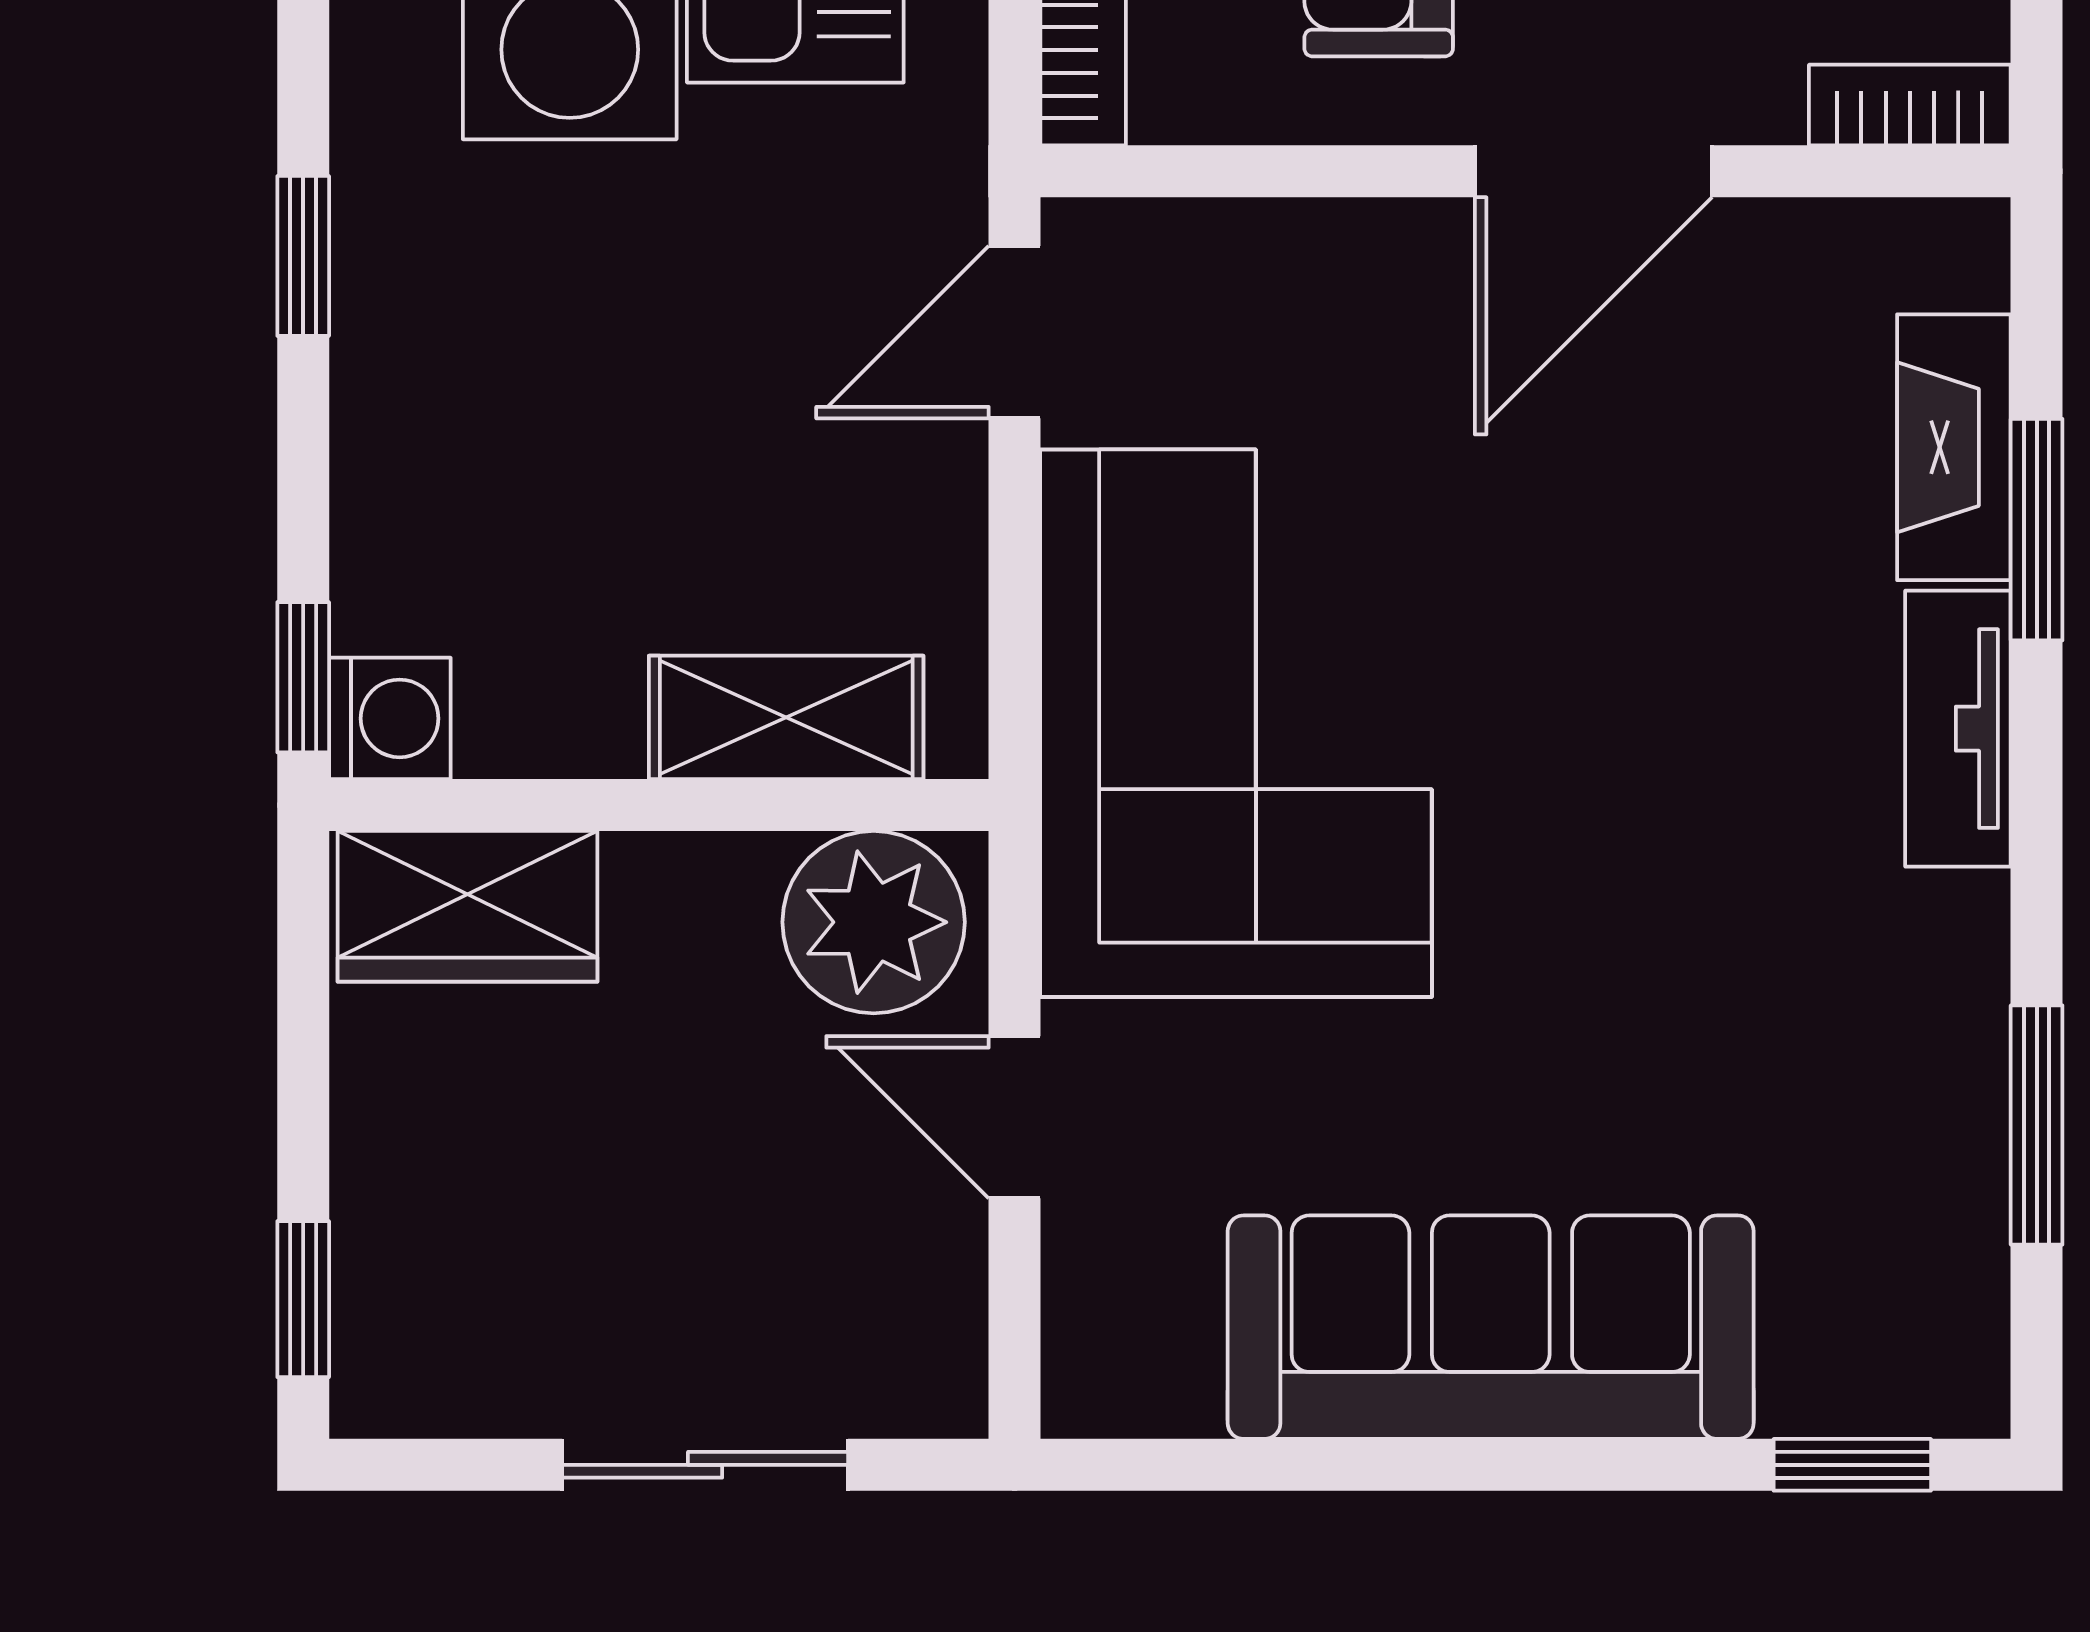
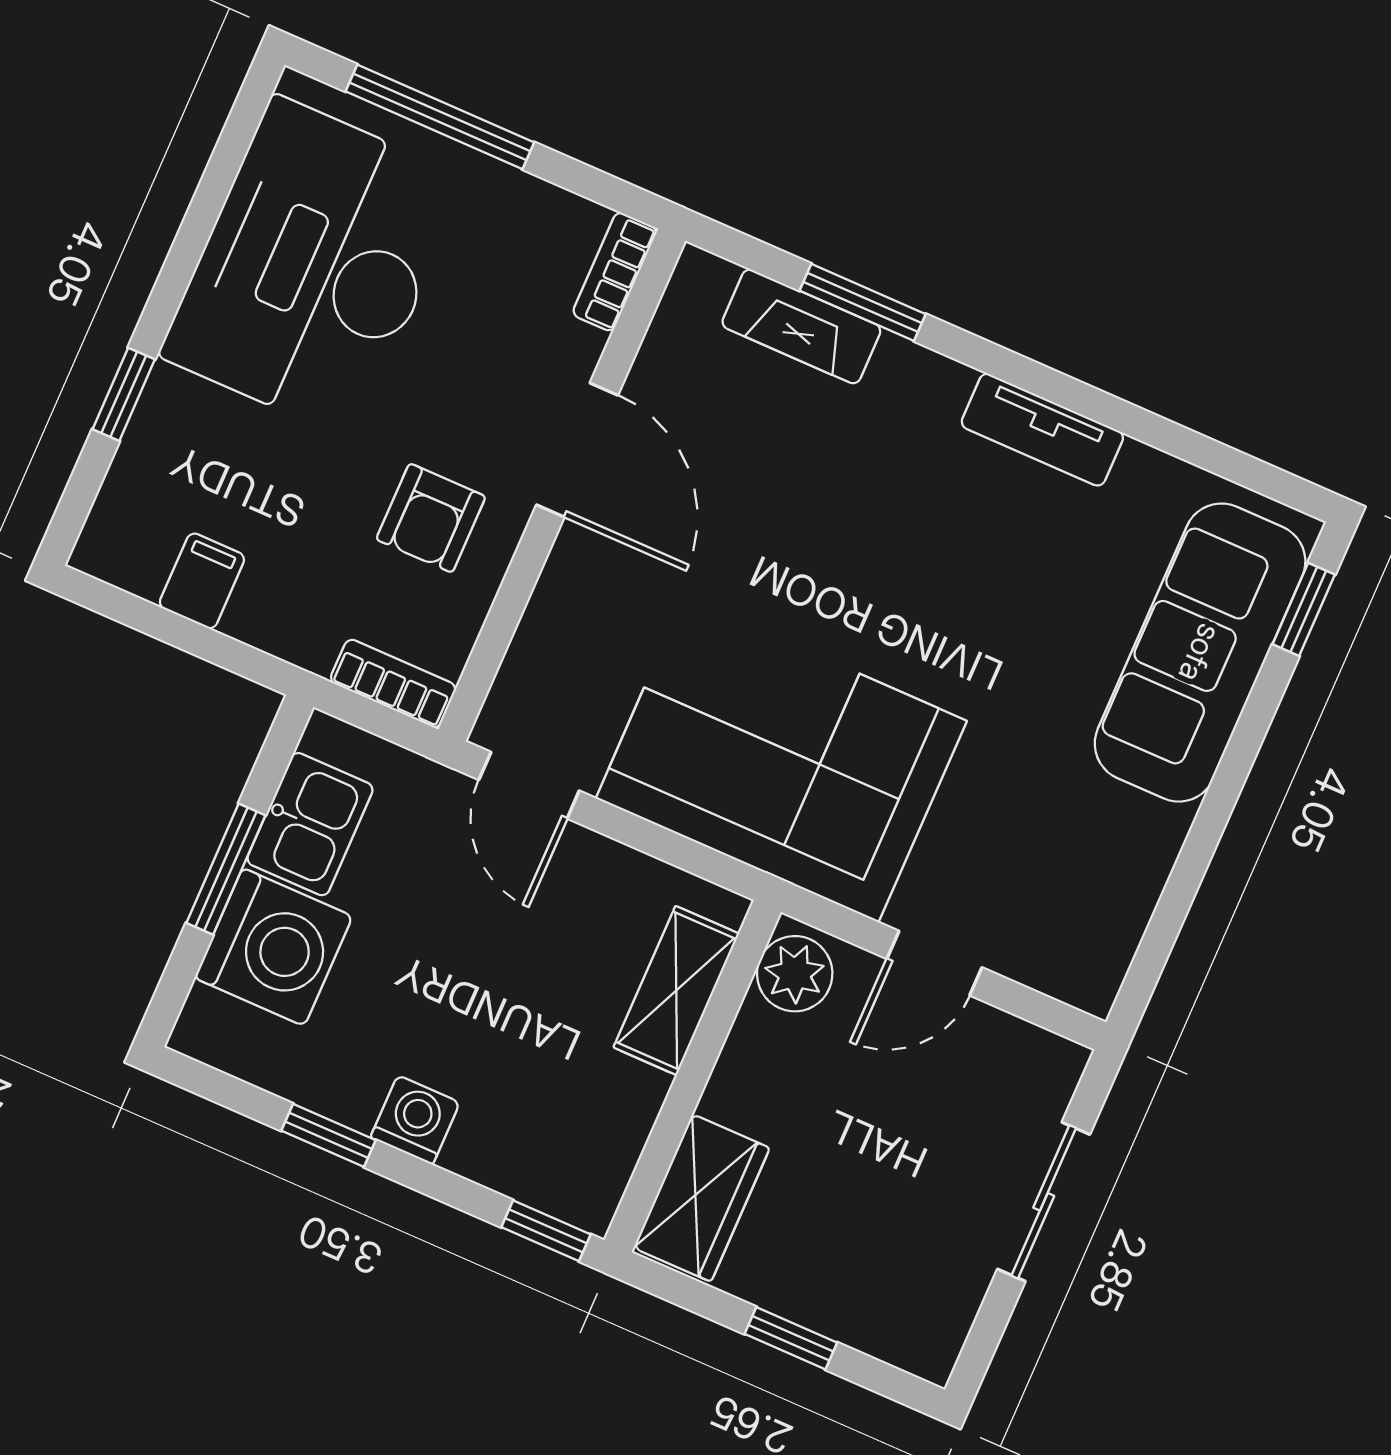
washing machine: (390, 718) -> (415, 1120), moved
tv unit: (1958, 729) -> (1042, 430), moved
plant: (874, 922) -> (795, 974), width x0.73, depth x0.73
window: (2037, 1125) -> (1170, 437), removed
window: (303, 1299) -> (791, 1338), moved
sofa: (1491, 1327) -> (1200, 653), moved

